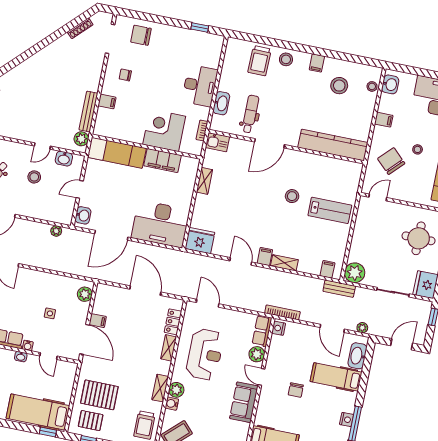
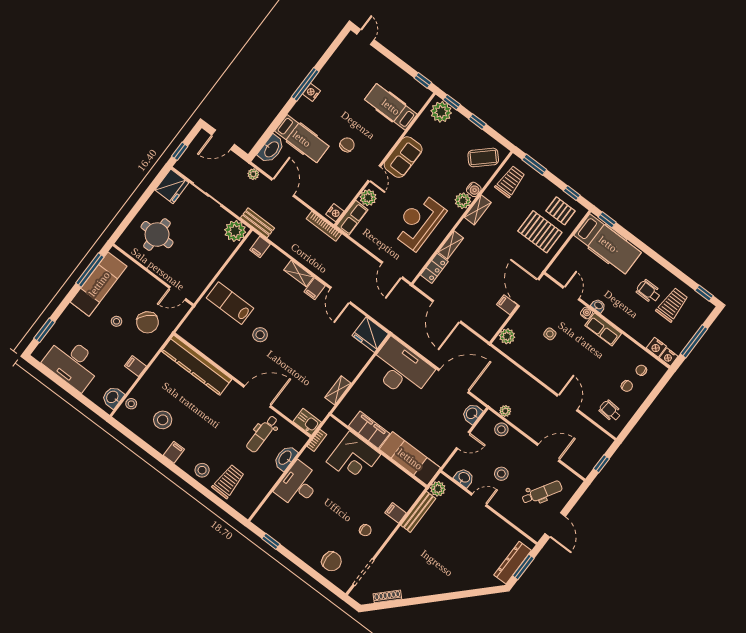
stool: (52, 214) -> (501, 429), added

